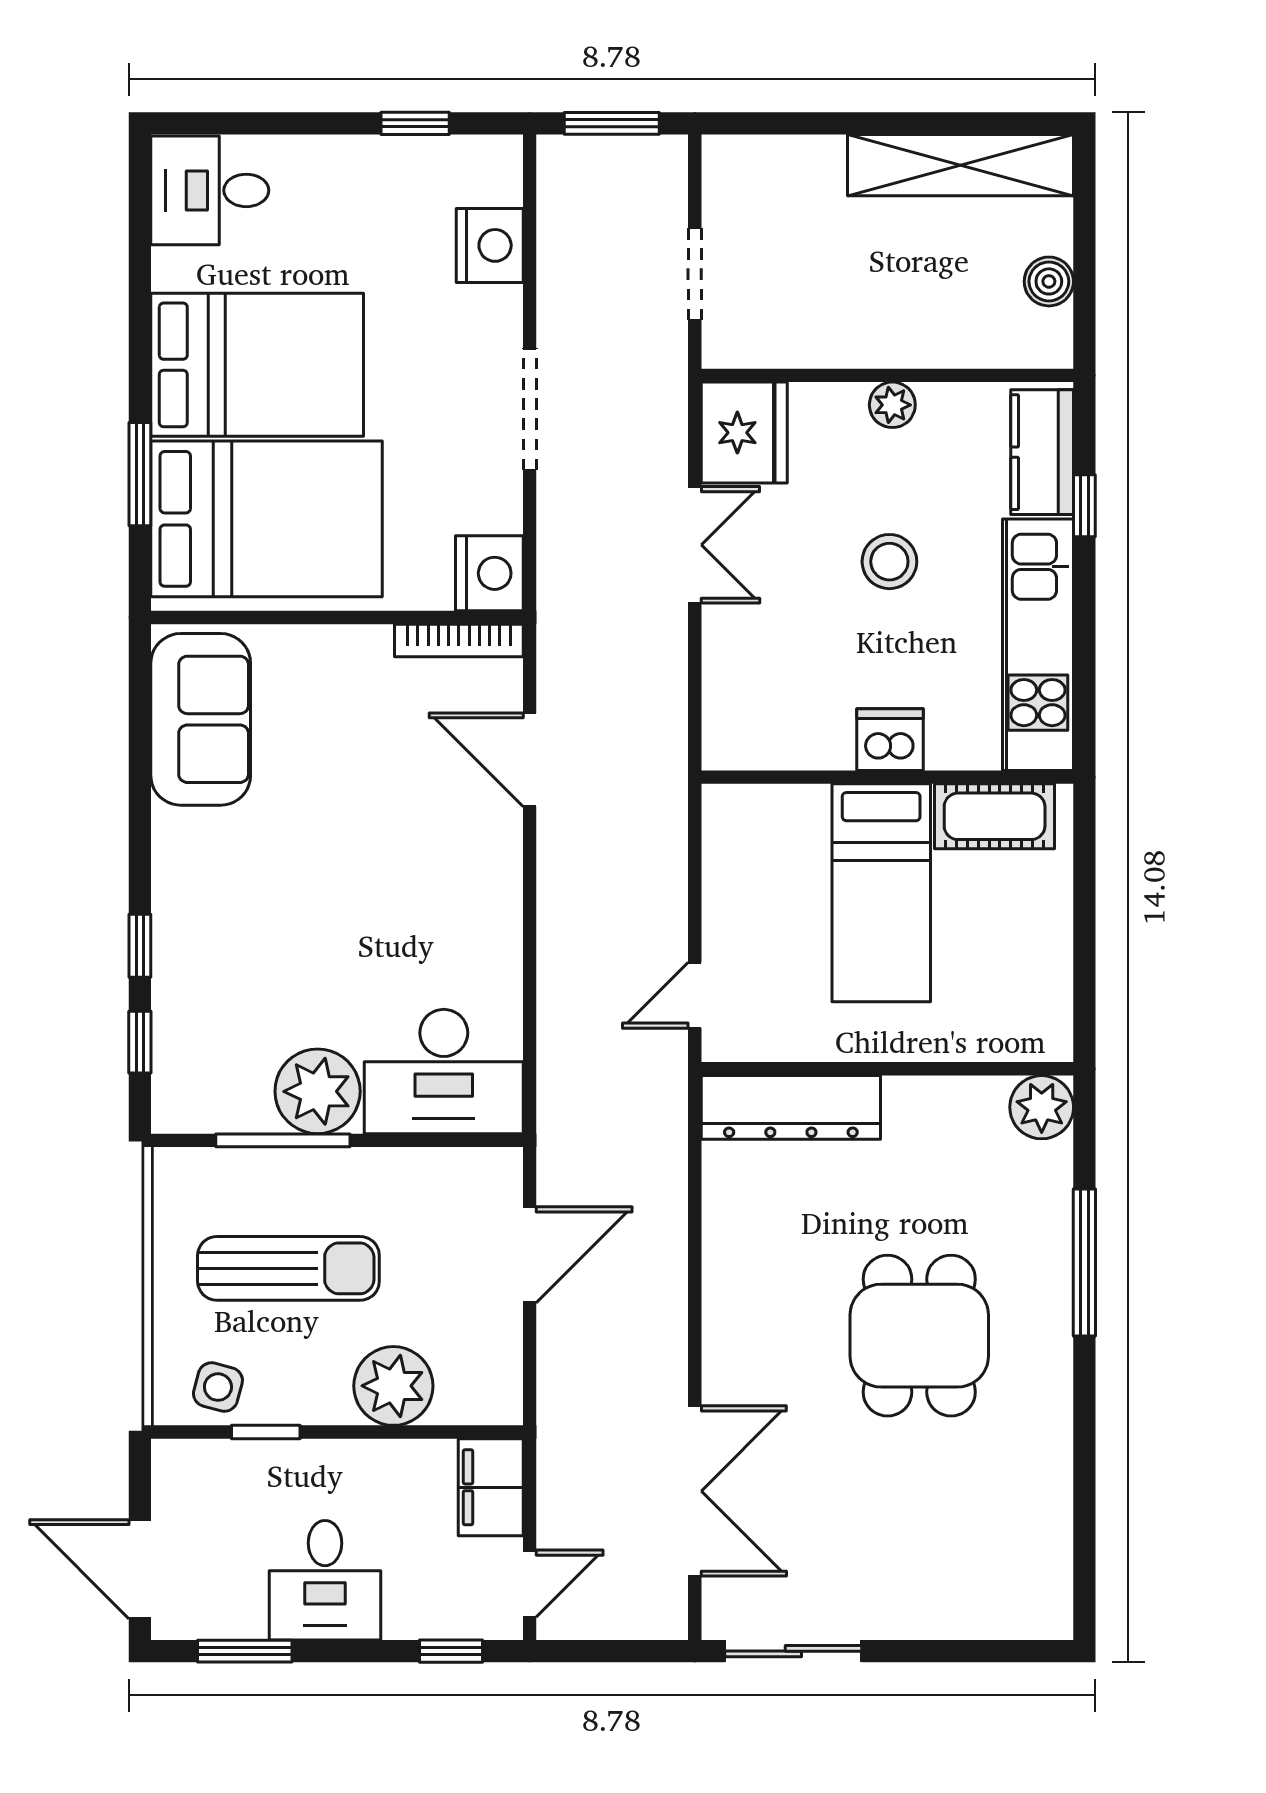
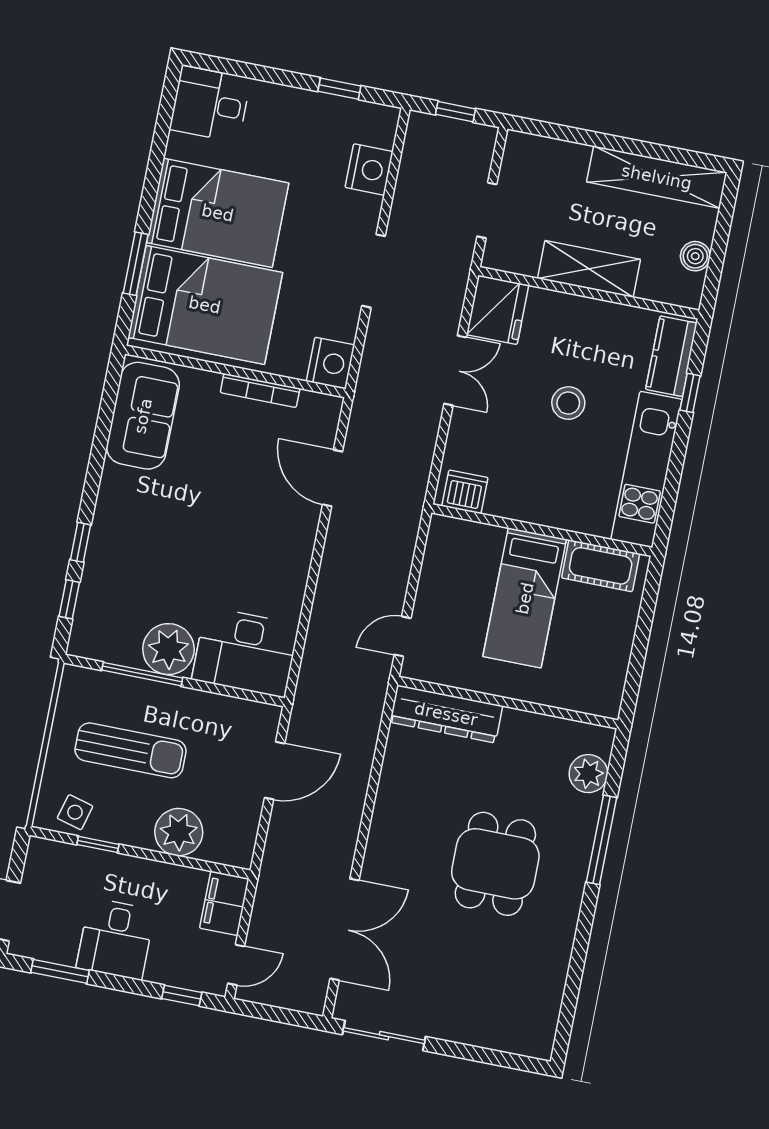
window: (612, 123) -> (456, 112), width x0.67
shelving: (880, 336) -> (589, 269), added
plant: (892, 405) -> (588, 311), removed
bookcase: (459, 641) -> (260, 390), moved
dishwasher: (890, 740) -> (465, 492), moved
plant: (1042, 1107) -> (588, 774), moved

